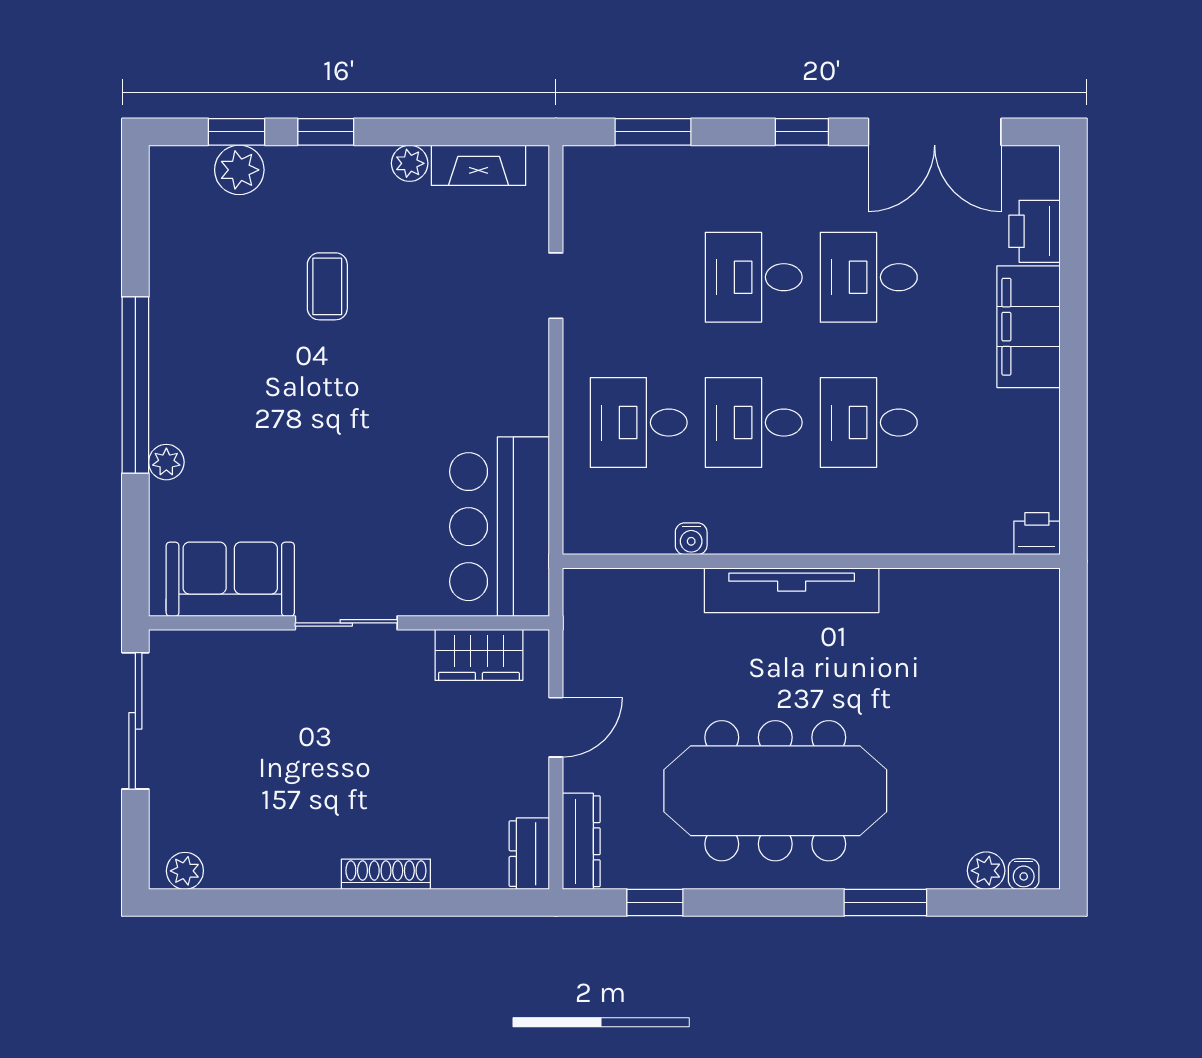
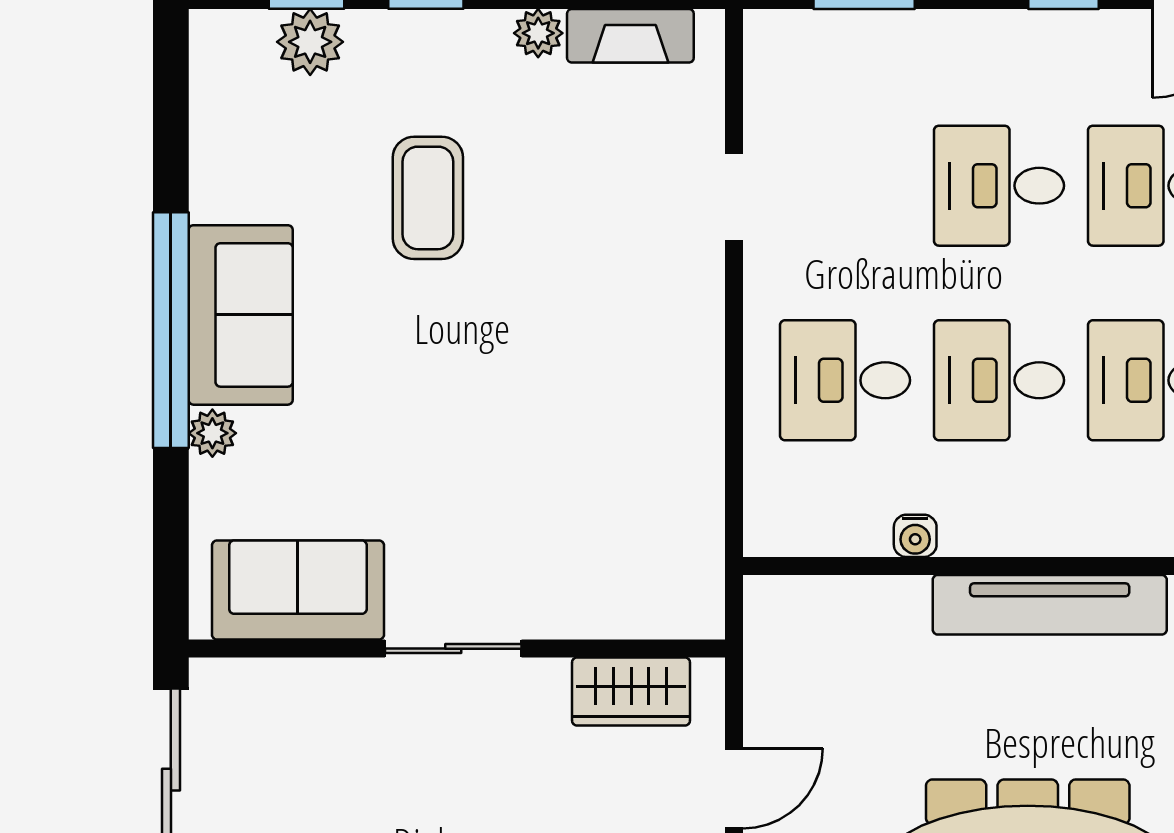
coffee table: (327, 286) -> (428, 198), width x1.36, depth x1.30
sofa: (187, 374) -> (241, 315), added
bar counter: (499, 527) -> (658, 520), removed

